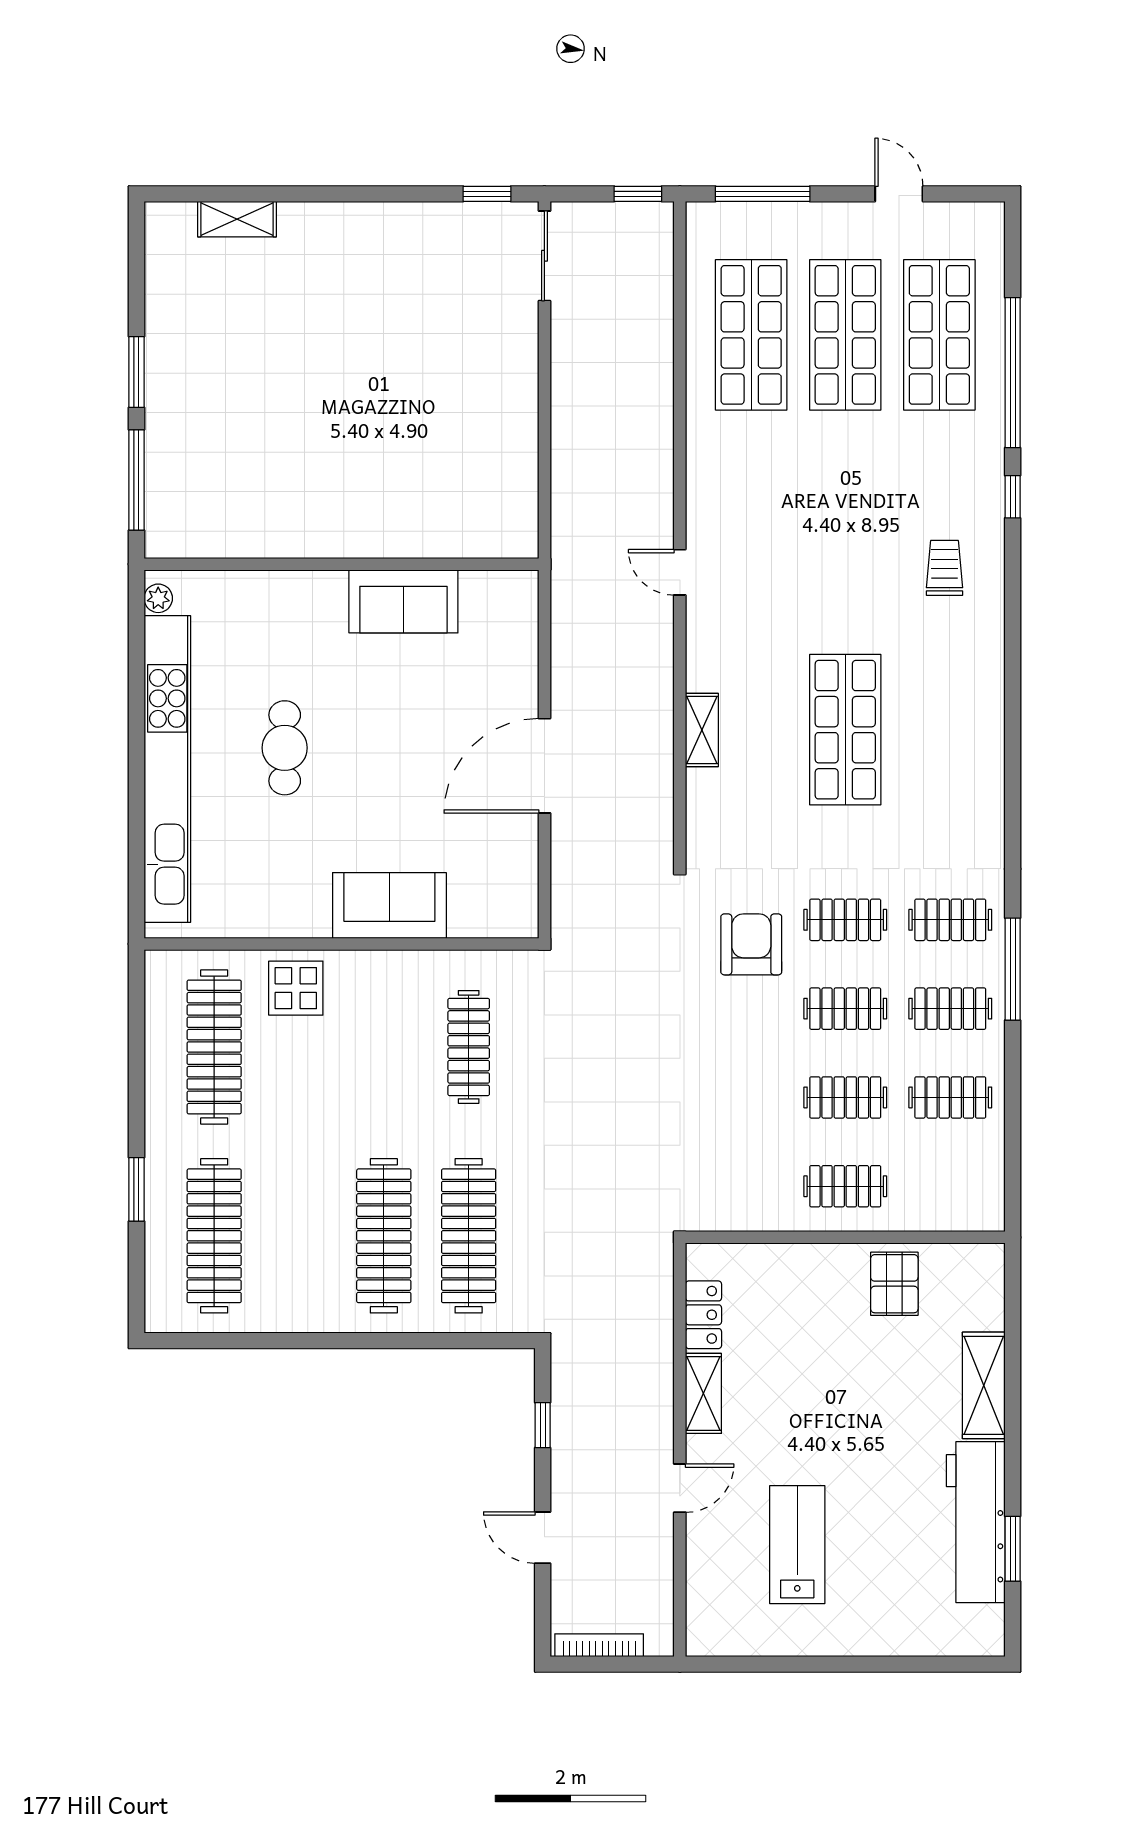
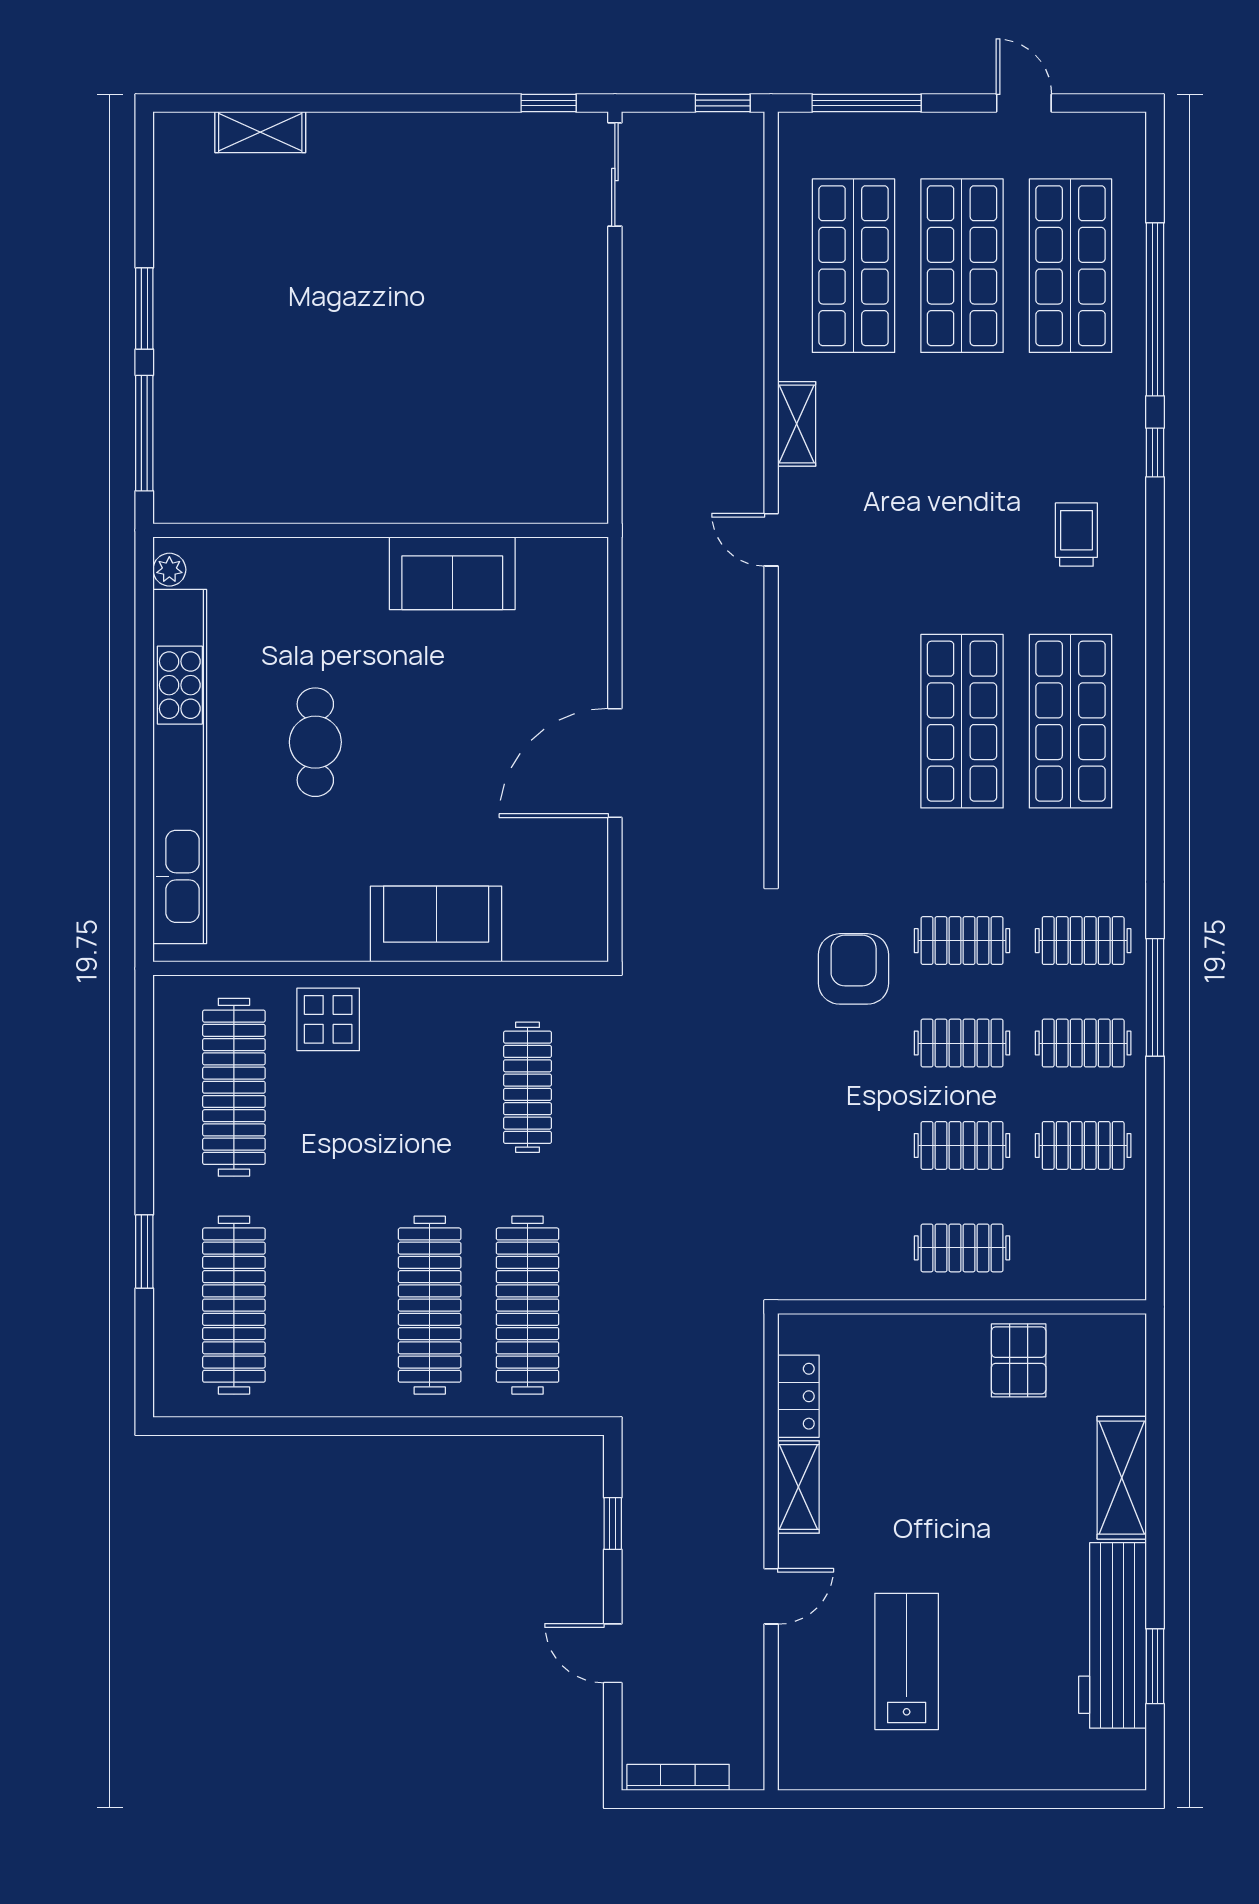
shelving: (702, 730) -> (797, 424), moved
shop shelf: (939, 730) -> (1071, 721), added

